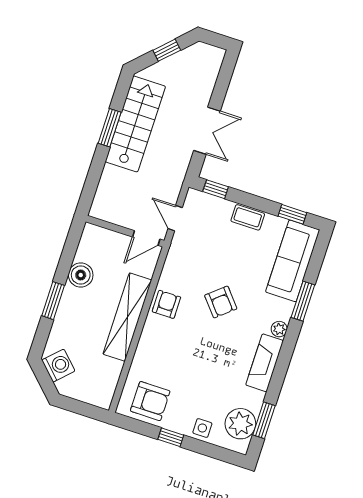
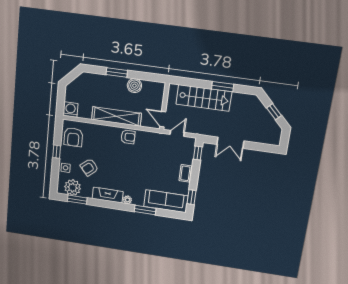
stairs: (135, 124) -> (204, 98), moved
armchair: (221, 302) -> (89, 167), moved
washing machine: (58, 366) -> (70, 110), moved, turned -135

